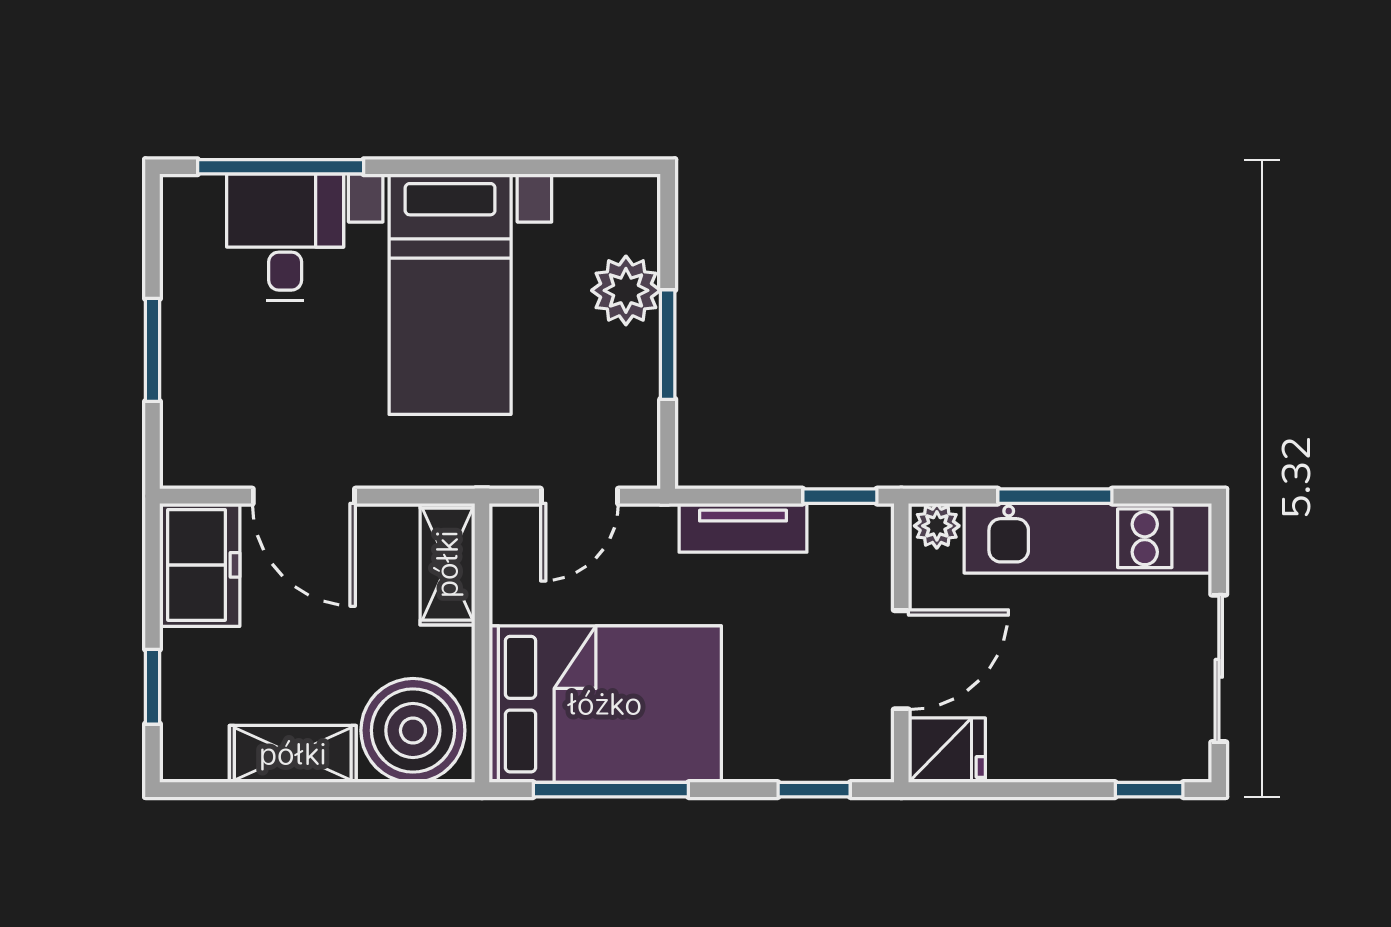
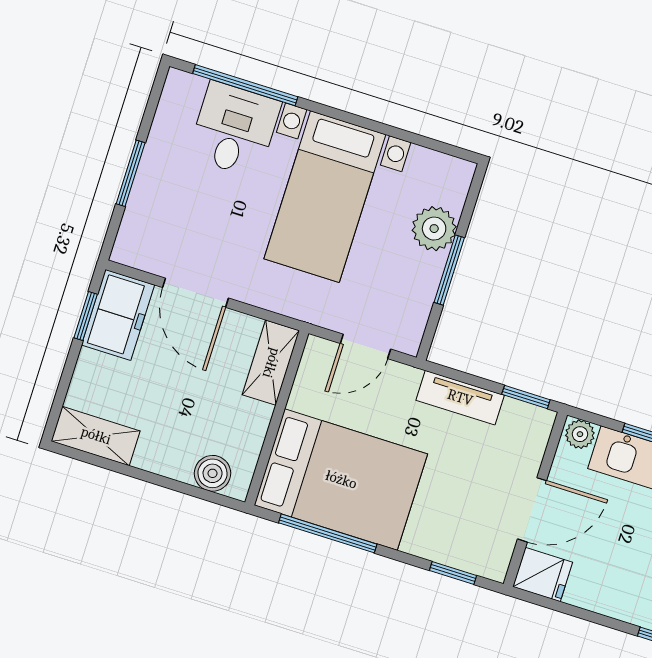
window: (153, 687) -> (86, 316), moved
boiler: (413, 730) -> (213, 473), width x0.54, depth x0.54
shelving: (293, 754) -> (96, 436), moved

